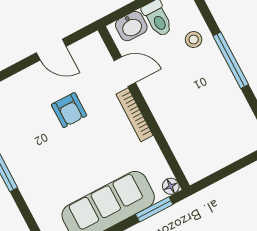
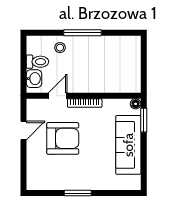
armchair: (69, 110) -> (63, 138), width x1.88, depth x1.88

